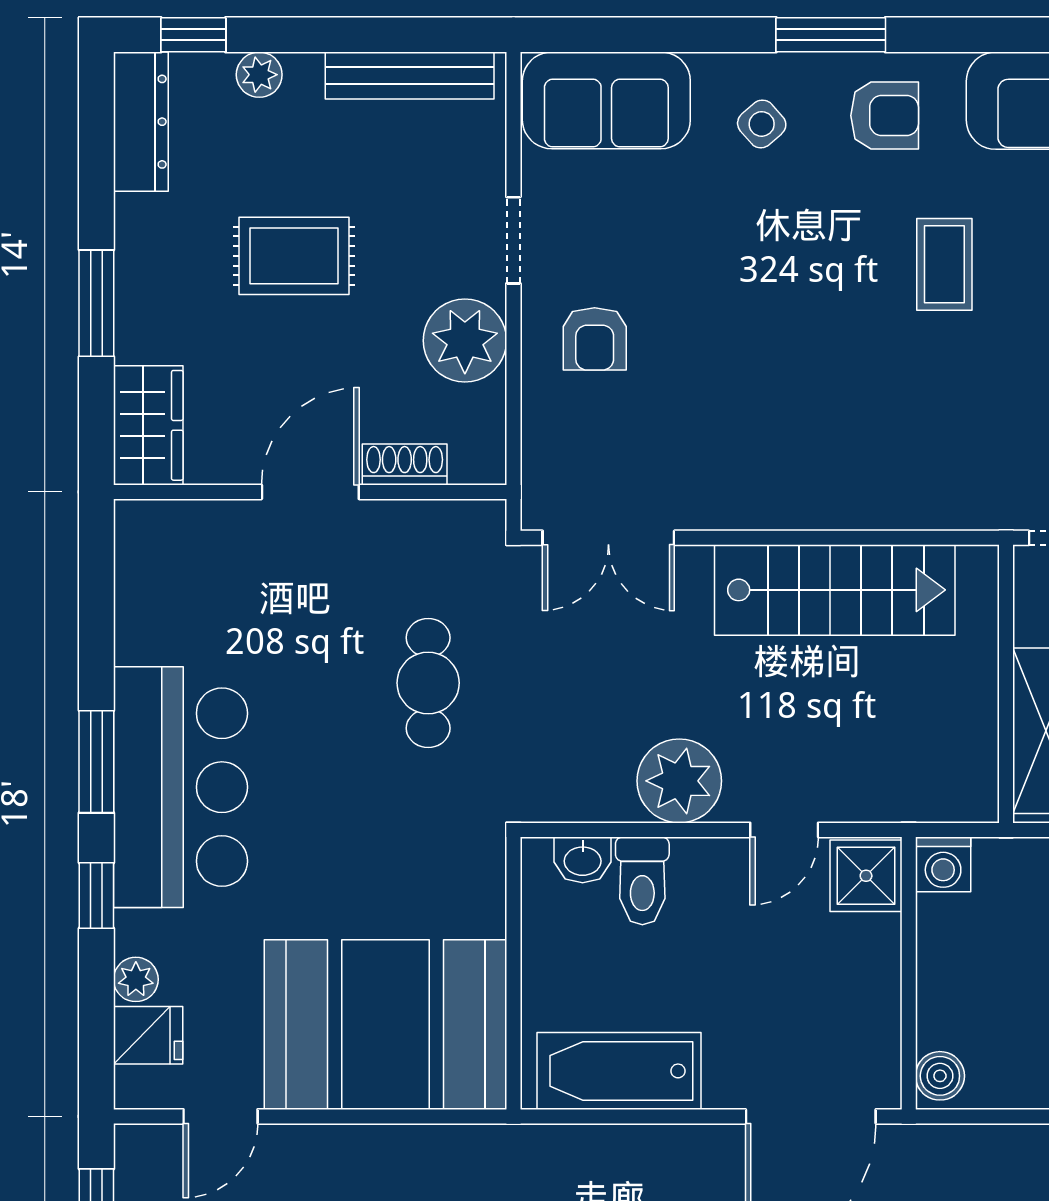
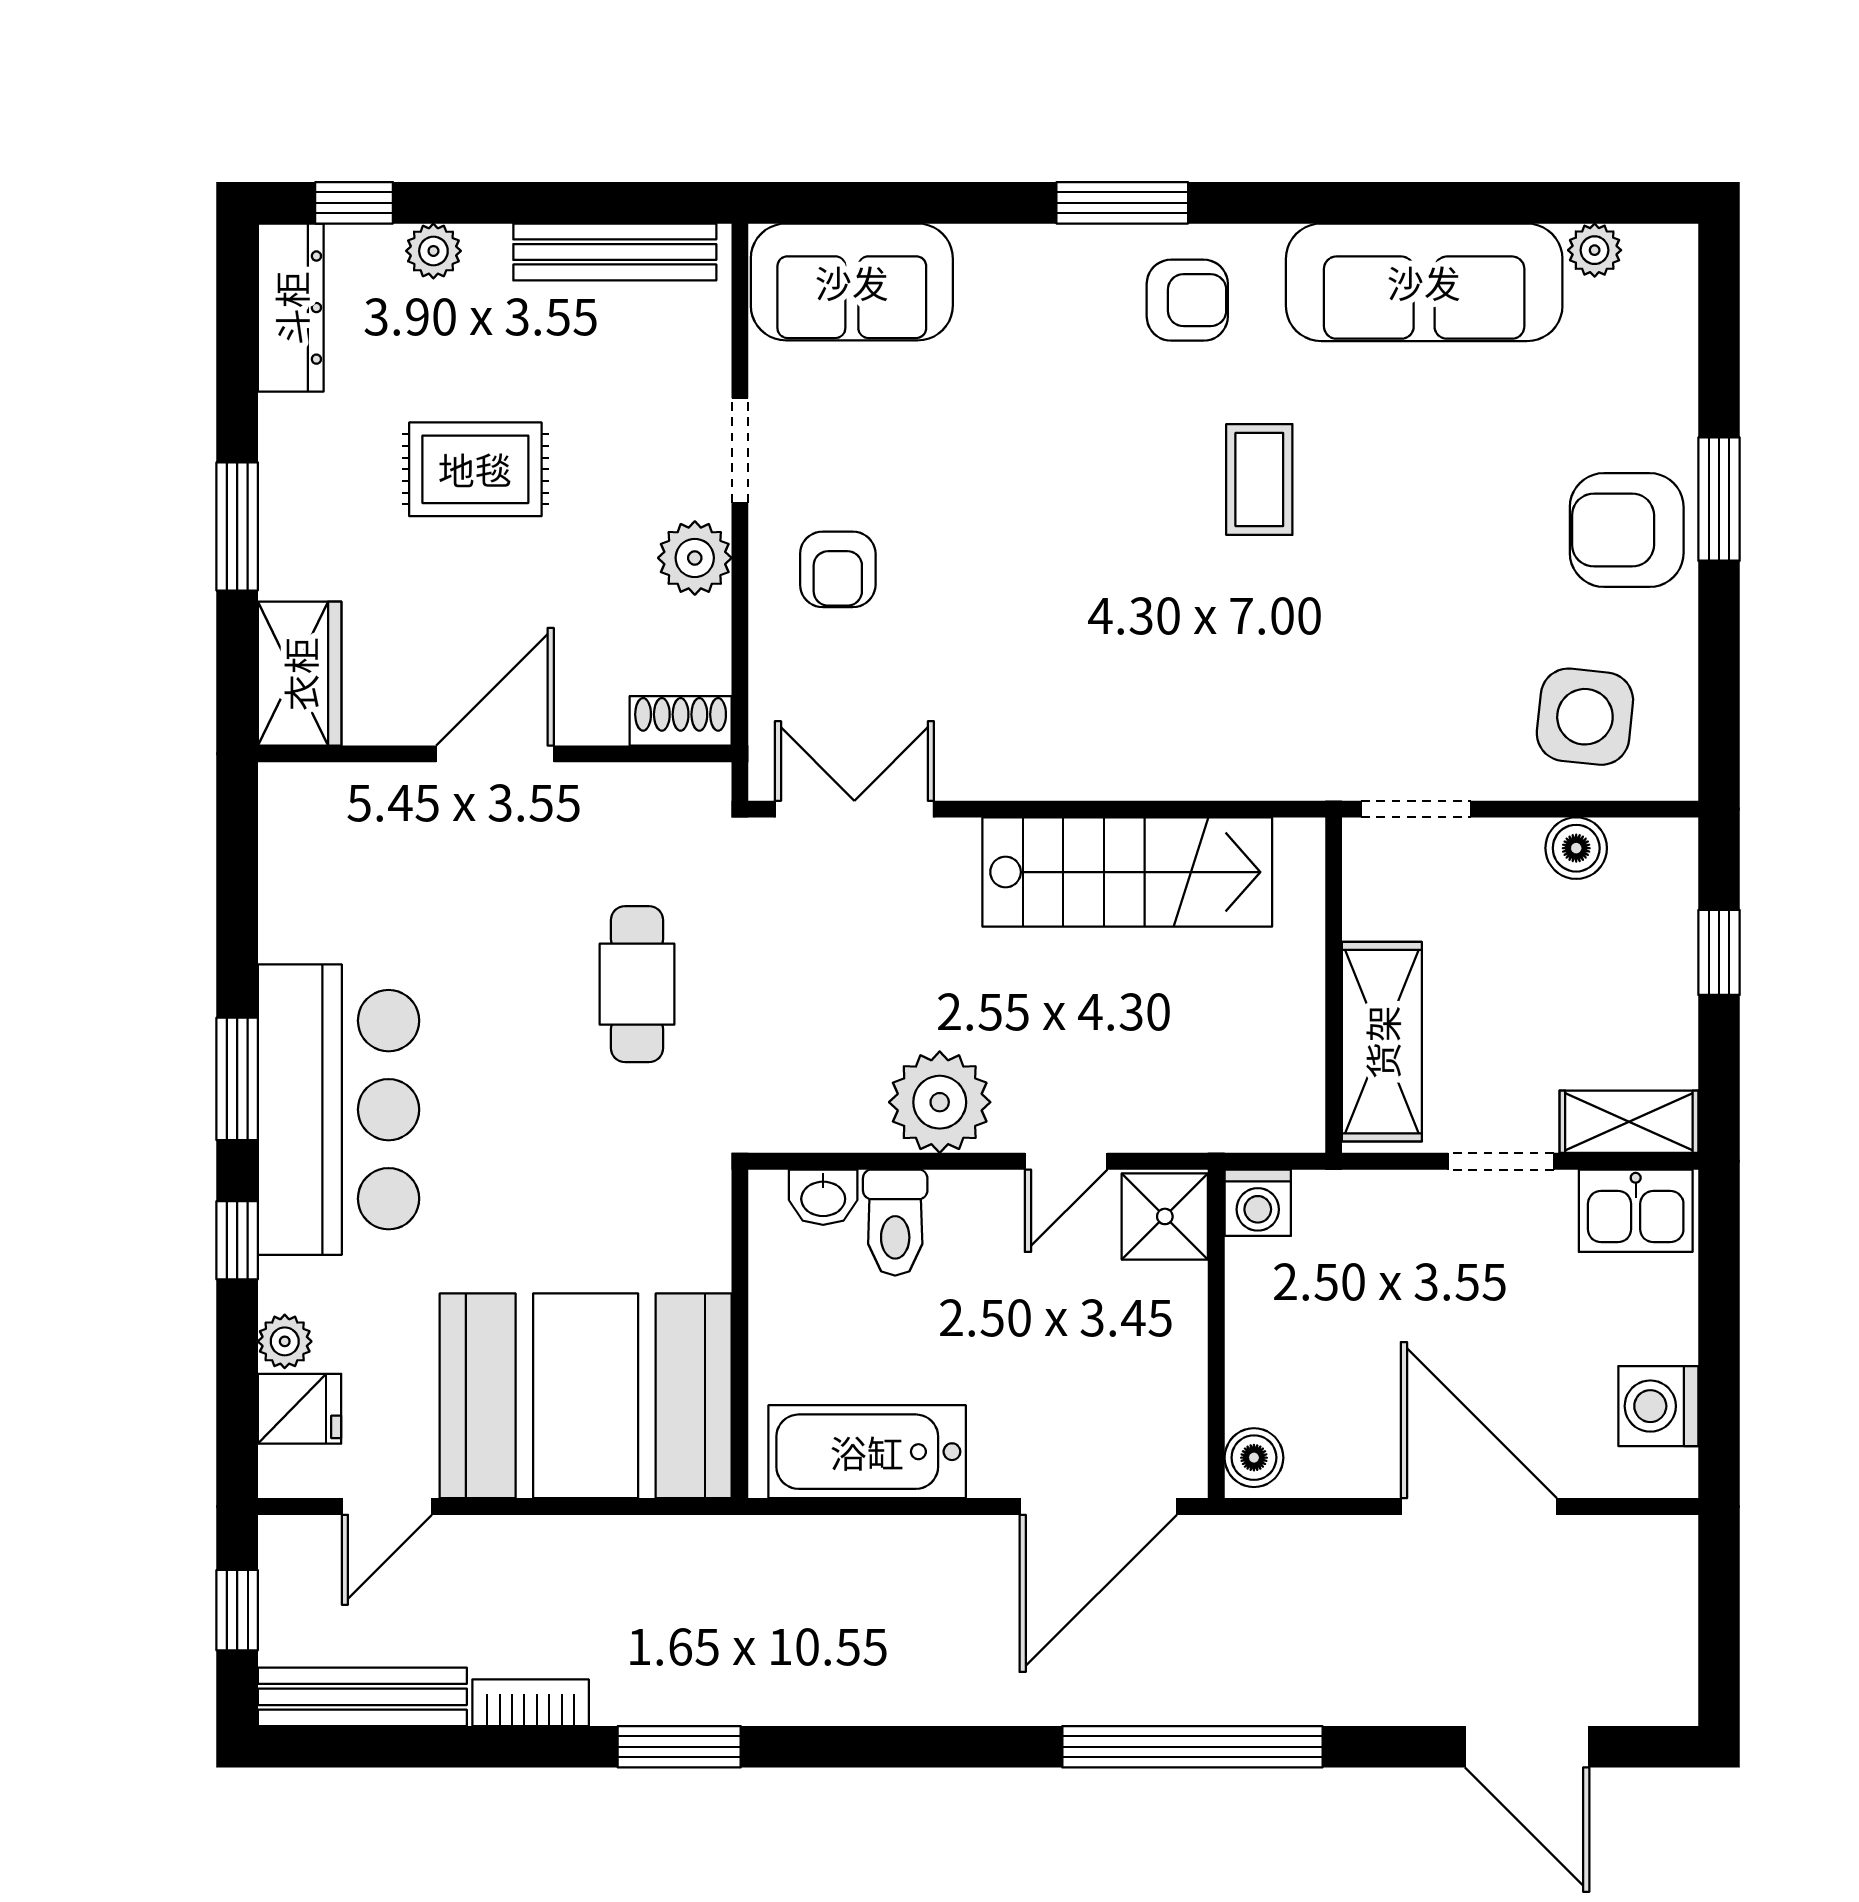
side table: (762, 124) -> (1039, 310), removed
plant: (465, 341) -> (695, 558), width x0.73, depth x0.73
shoe rack: (405, 465) -> (681, 721), moved
double door: (608, 538) -> (854, 809), swing flipped

